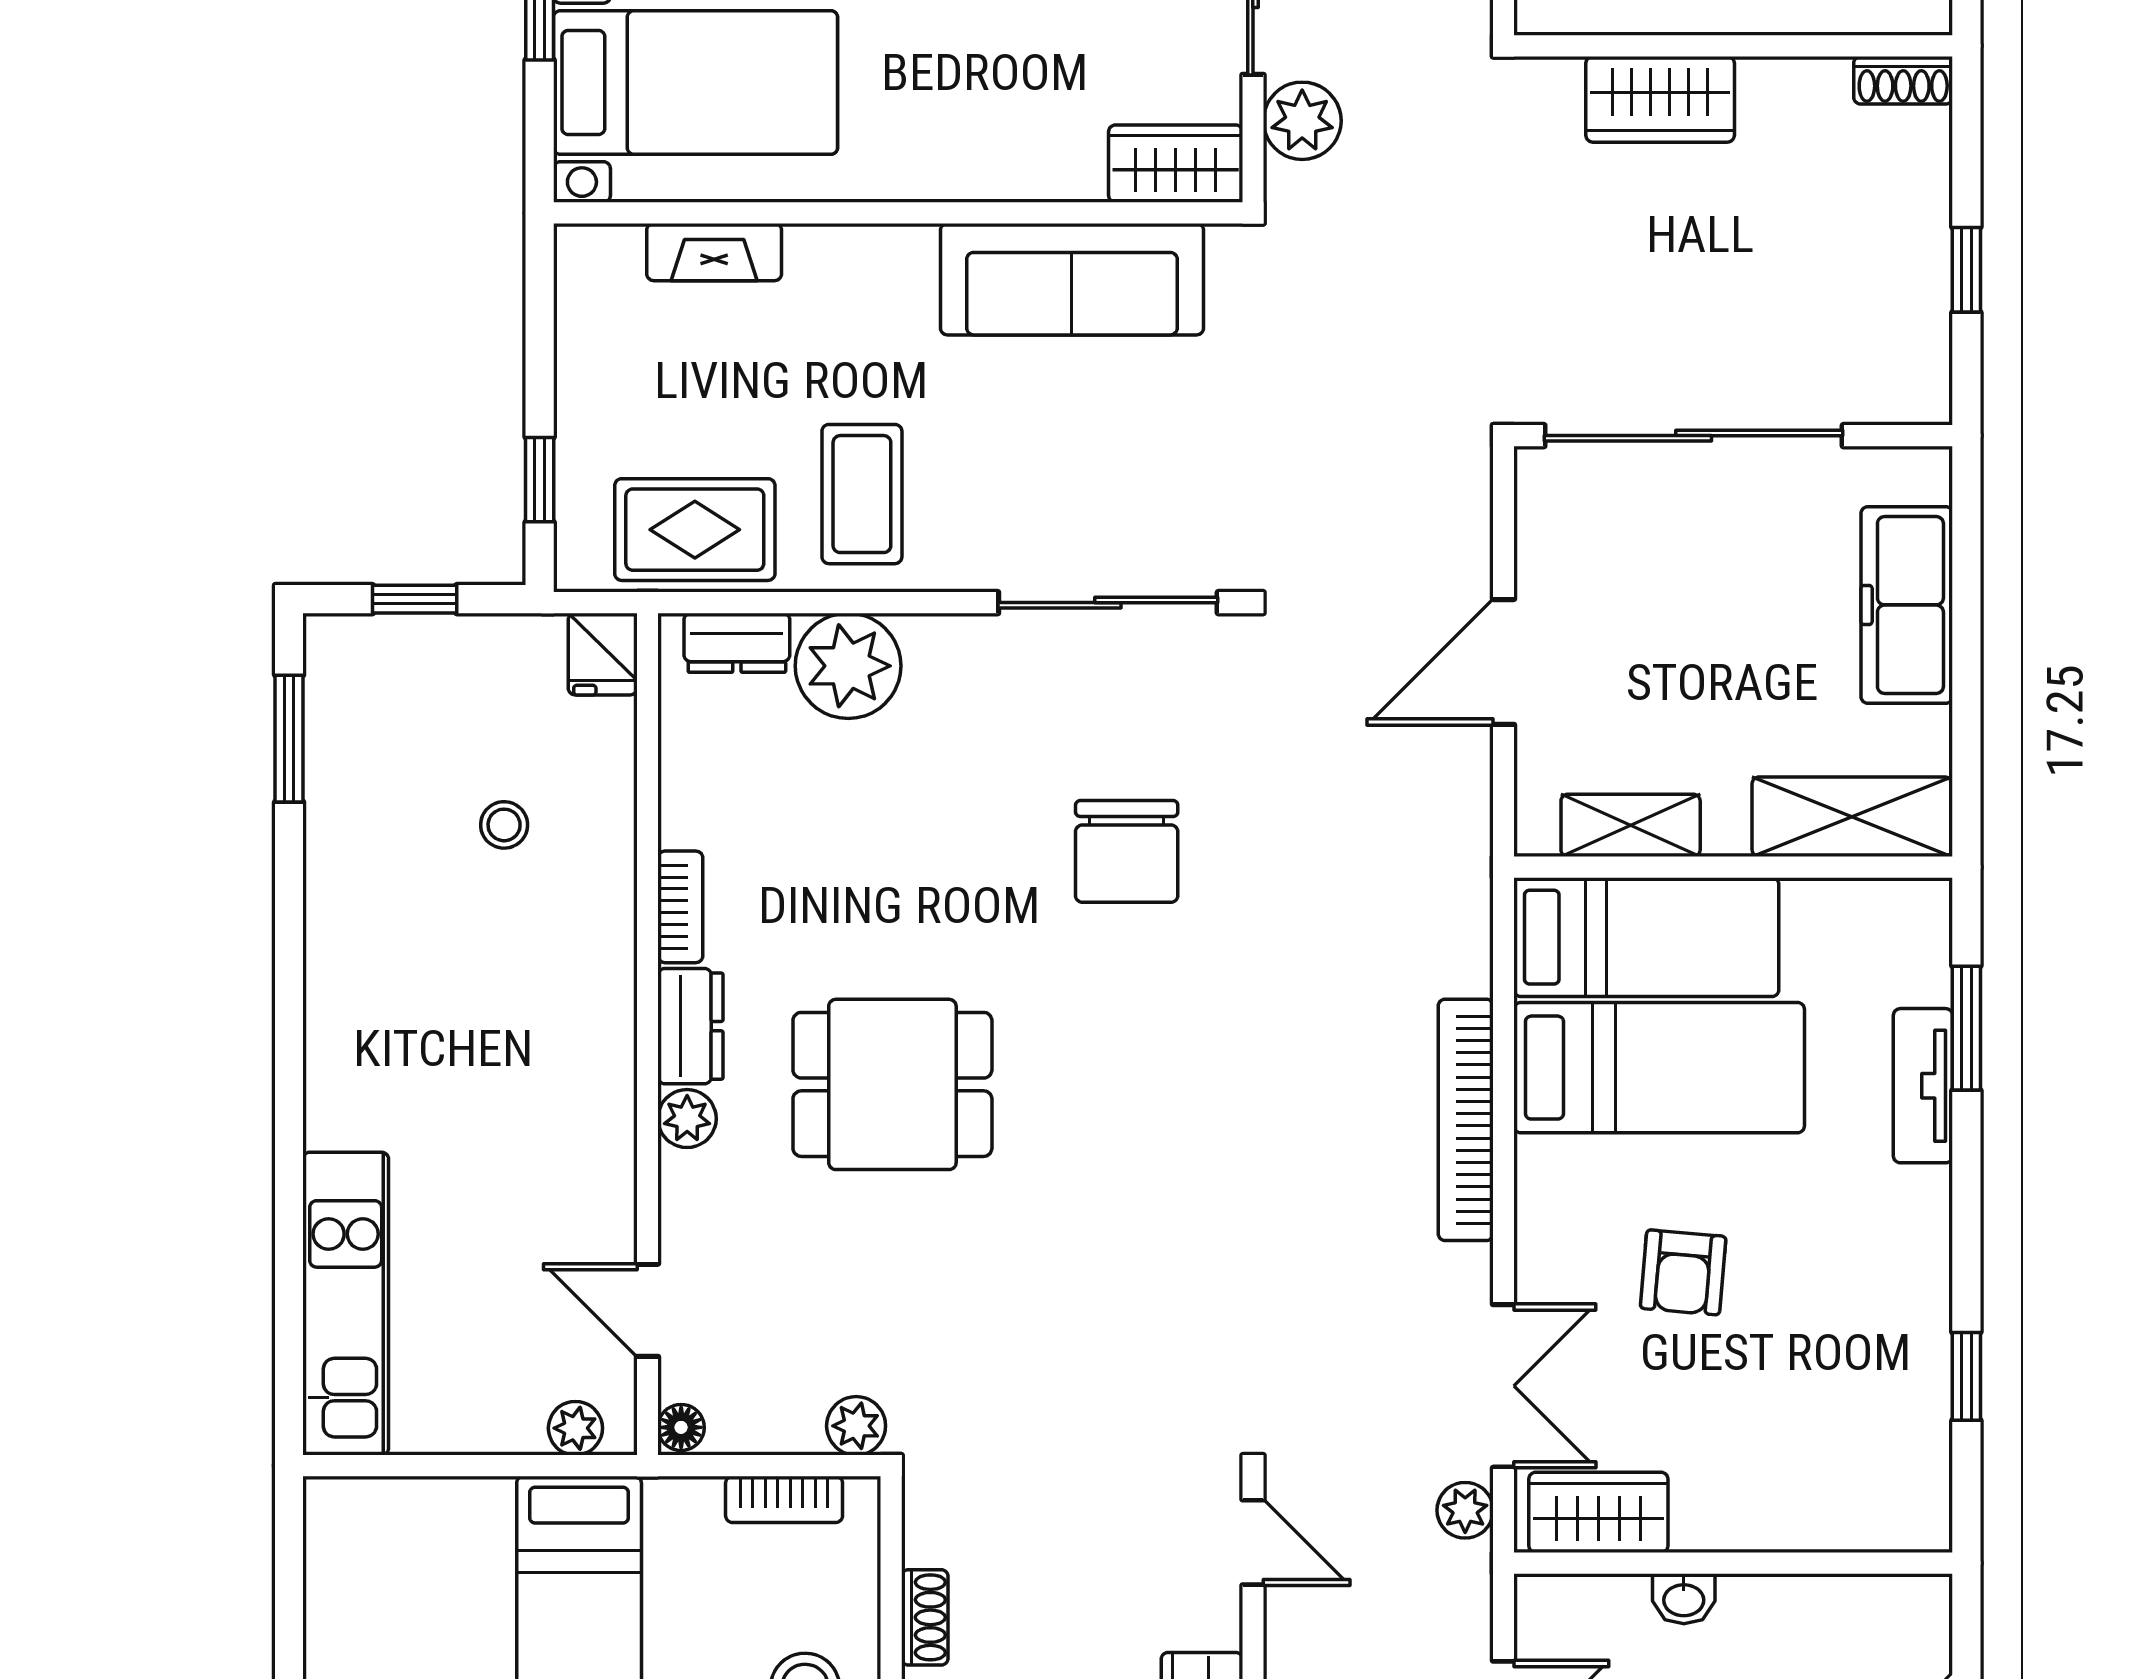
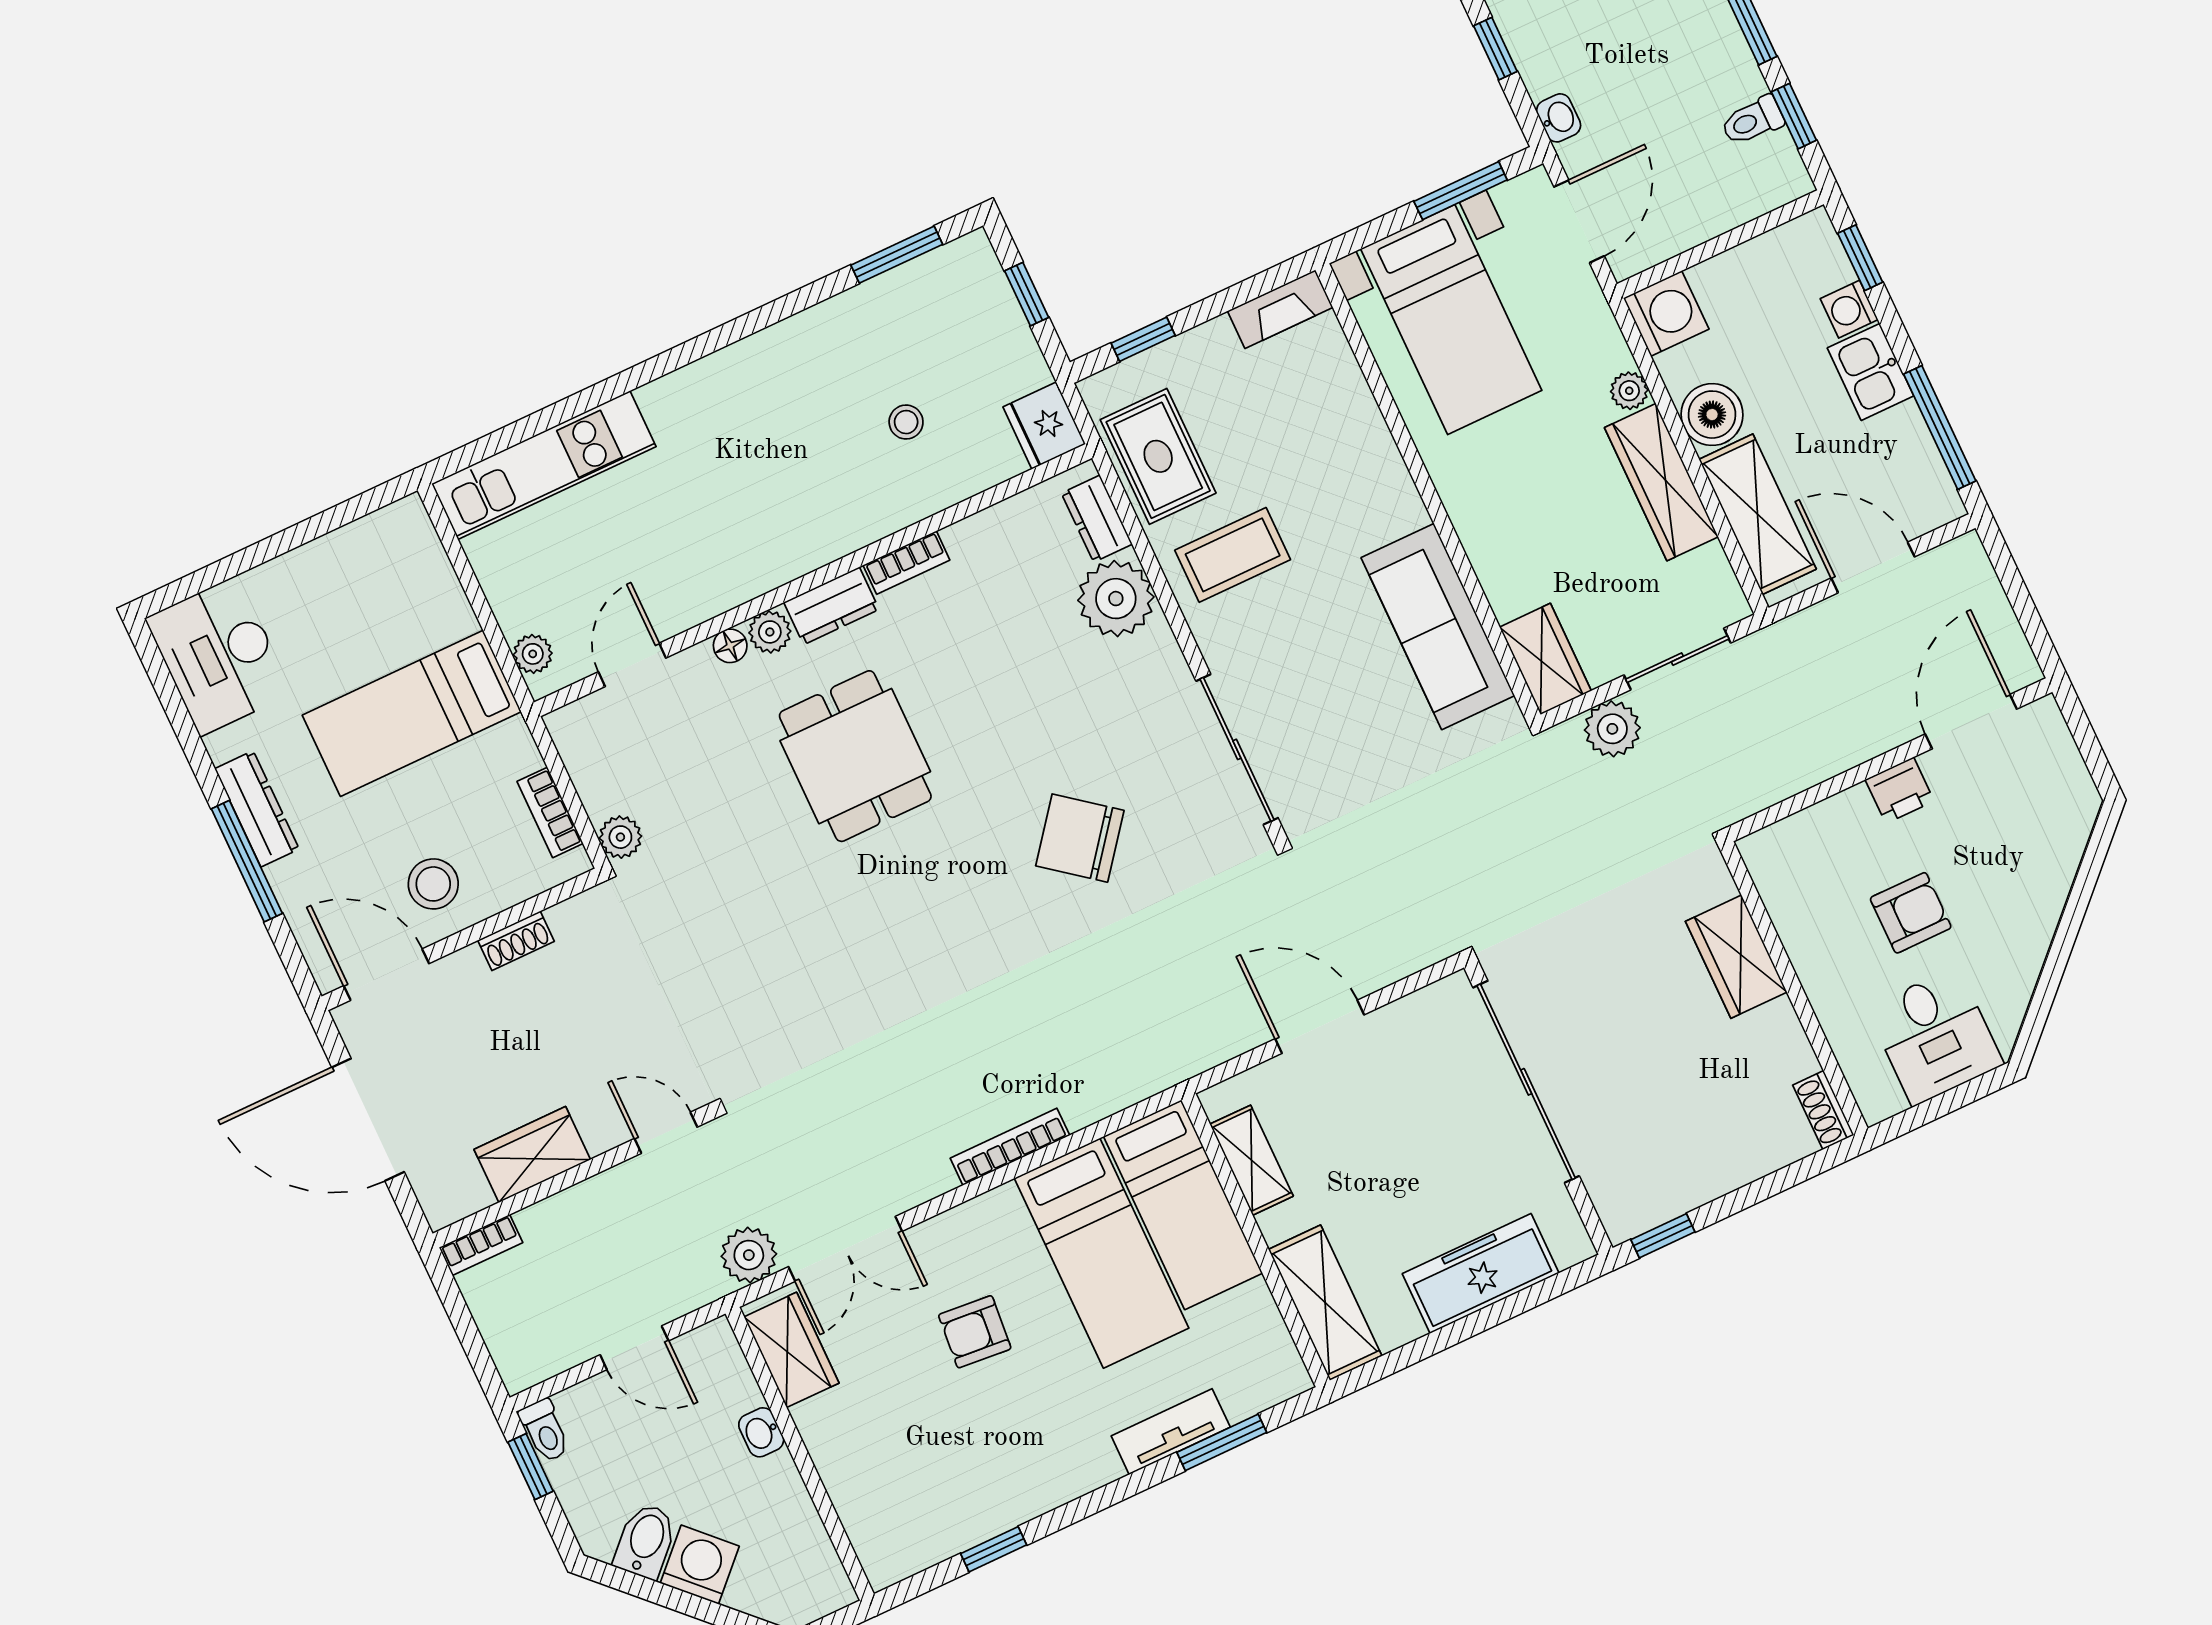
fireplace: (714, 252) -> (1280, 309), moved, turned -90
window: (1966, 270) -> (1663, 1236), moved
fridge: (603, 654) -> (1044, 426), width x1.38
chair: (1127, 851) -> (1080, 838), turned 38
bookcase: (1466, 1120) -> (1010, 1147), width x0.68, depth x0.76
floor lamp: (681, 1427) -> (730, 646), moved
plant: (1465, 1510) -> (749, 1255), width x1.38, depth x1.38
door: (1253, 1542) -> (666, 1133), swing flipped

